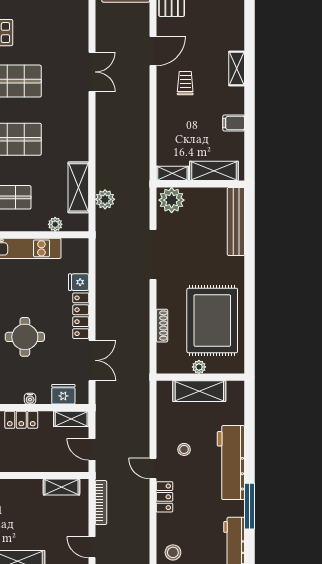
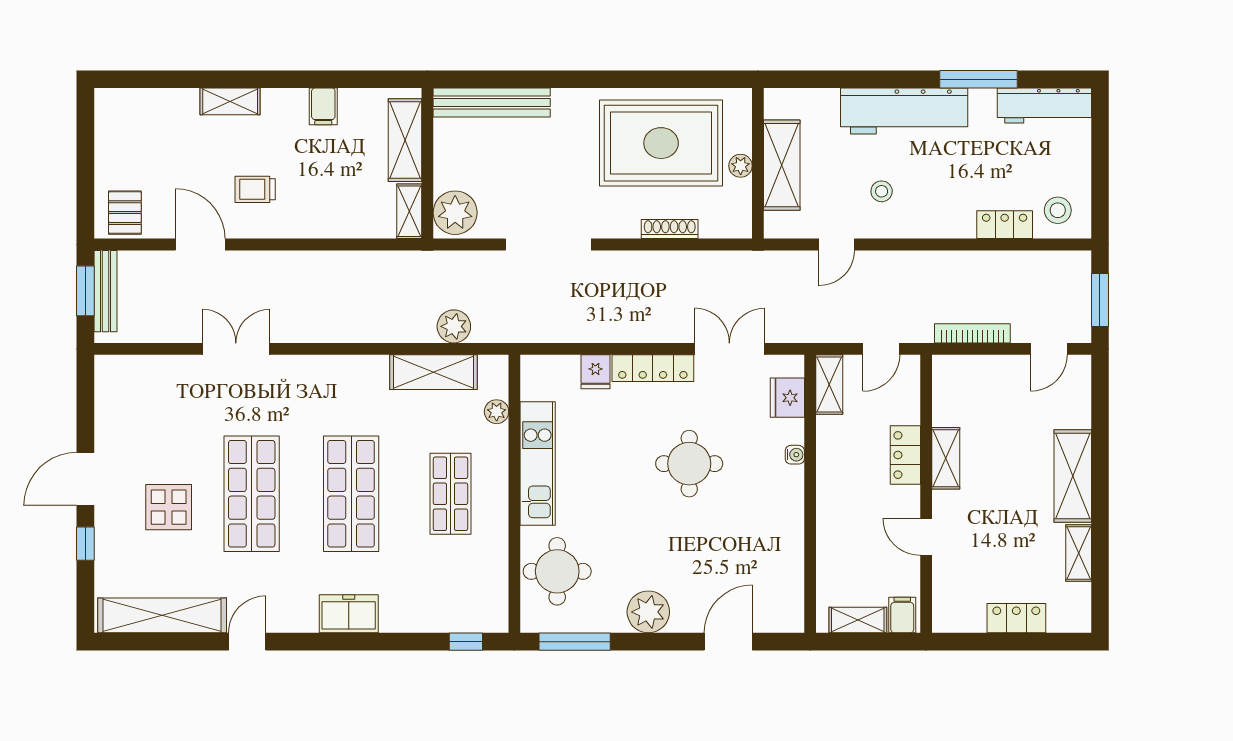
locker: (21, 420) -> (905, 455), moved, turned 180
door: (153, 469) -> (837, 244), moved
shelving: (61, 487) -> (946, 458), moved
locker: (165, 497) -> (1005, 225), moved

